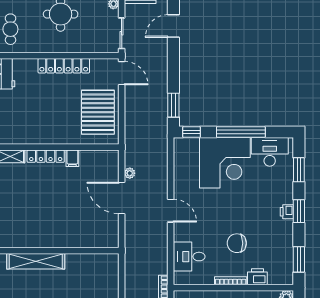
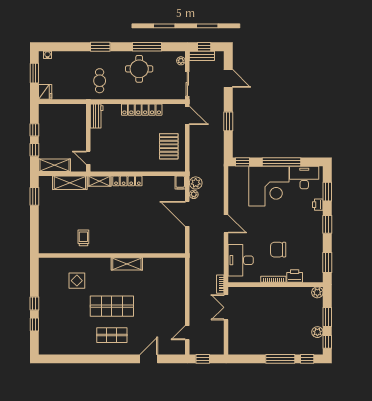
door: (173, 26) -> (228, 78), swing flipped
window: (173, 105) -> (228, 121), moved
pallet: (98, 112) -> (169, 146), width x0.73, depth x0.71
filing cabinet: (72, 158) -> (180, 183), moved
plant: (132, 159) -> (196, 183), added
printer: (287, 212) -> (318, 205), moved
desk: (189, 257) -> (241, 260), width x1.37
shelving: (36, 261) -> (127, 264), width x0.68

